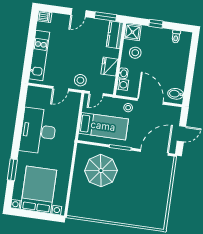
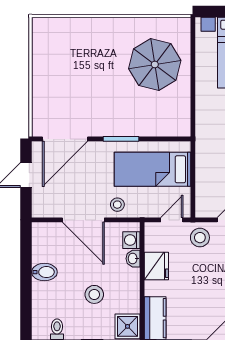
stool: (135, 53) -> (94, 294), moved
bidet: (176, 94) -> (44, 272), moved
parasol: (101, 171) -> (155, 64), moved

